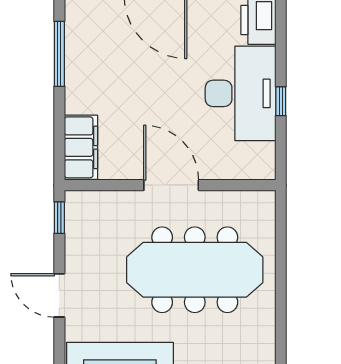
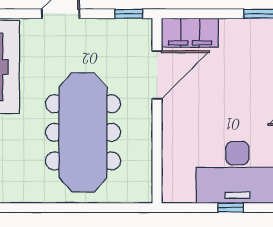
door: (171, 185) -> (157, 75), moved

